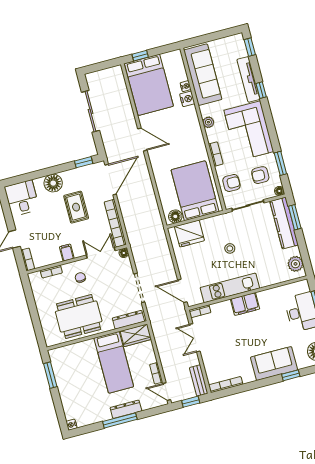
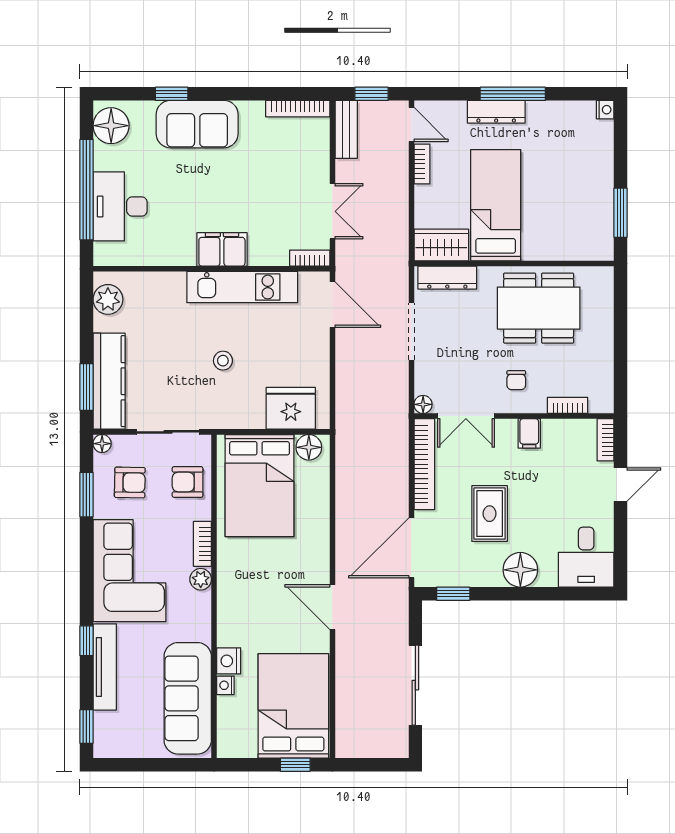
plant: (208, 122) -> (201, 579), moved

